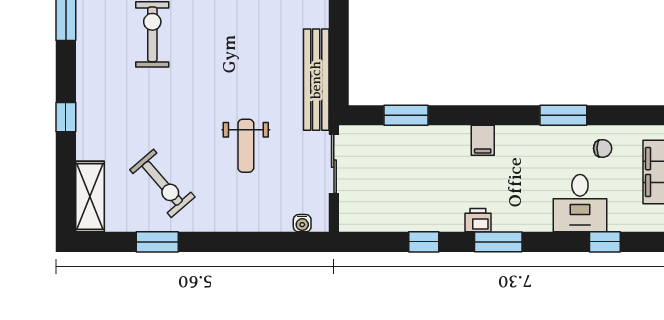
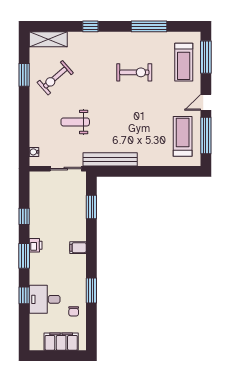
window: (605, 242) -> (24, 295), moved

